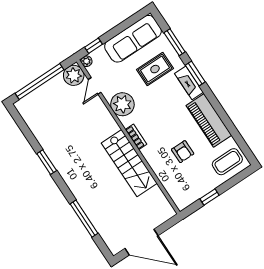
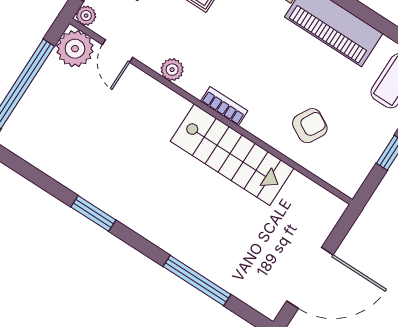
plant: (122, 104) -> (172, 70), width x0.53, depth x0.53
armchair: (183, 152) -> (310, 126), moved, turned -61

